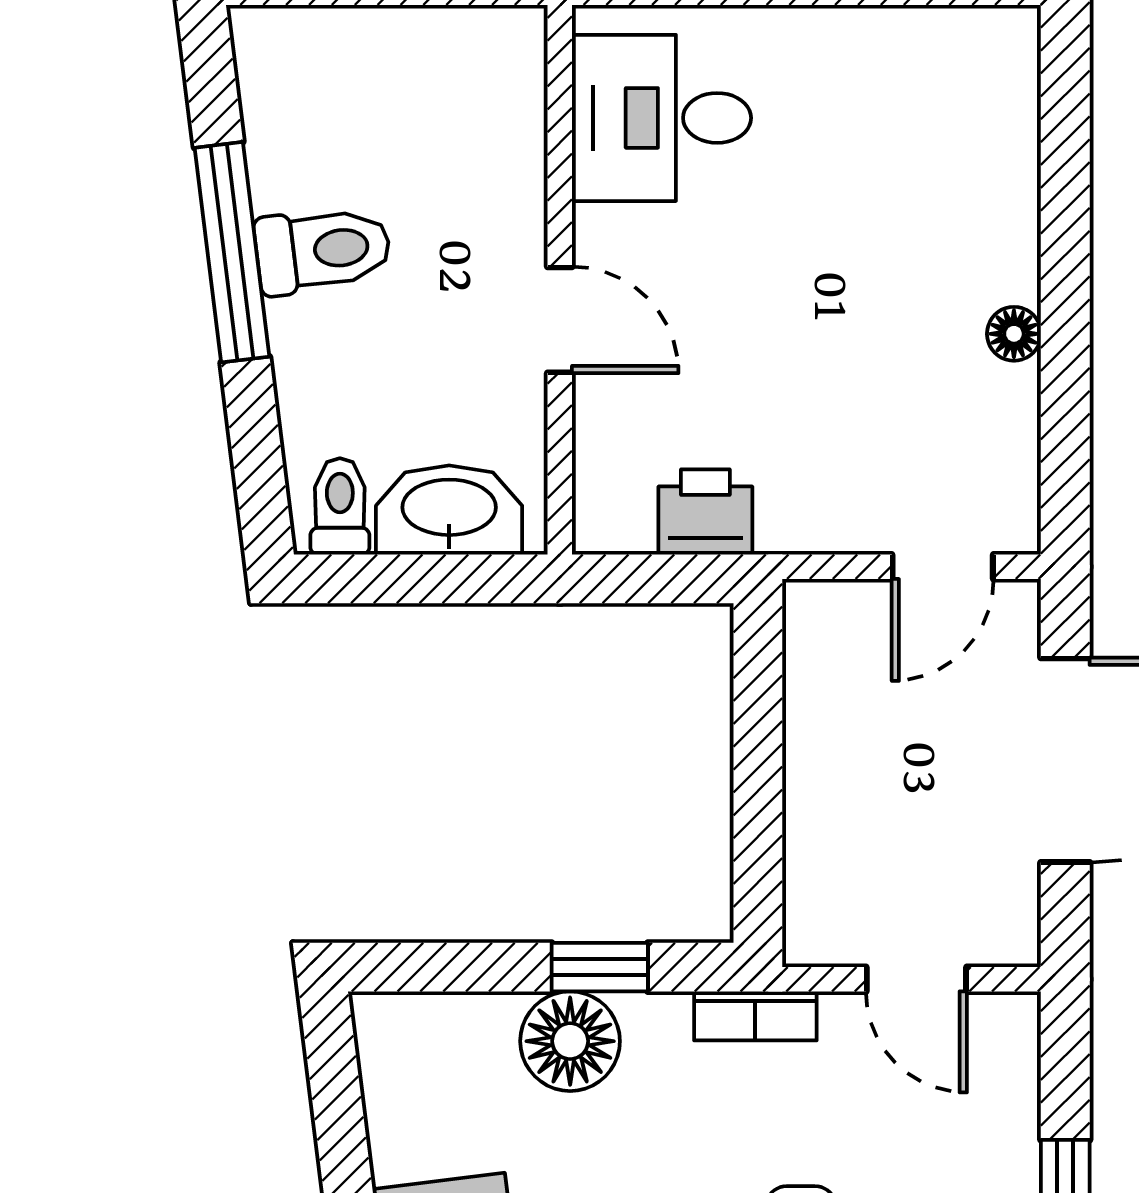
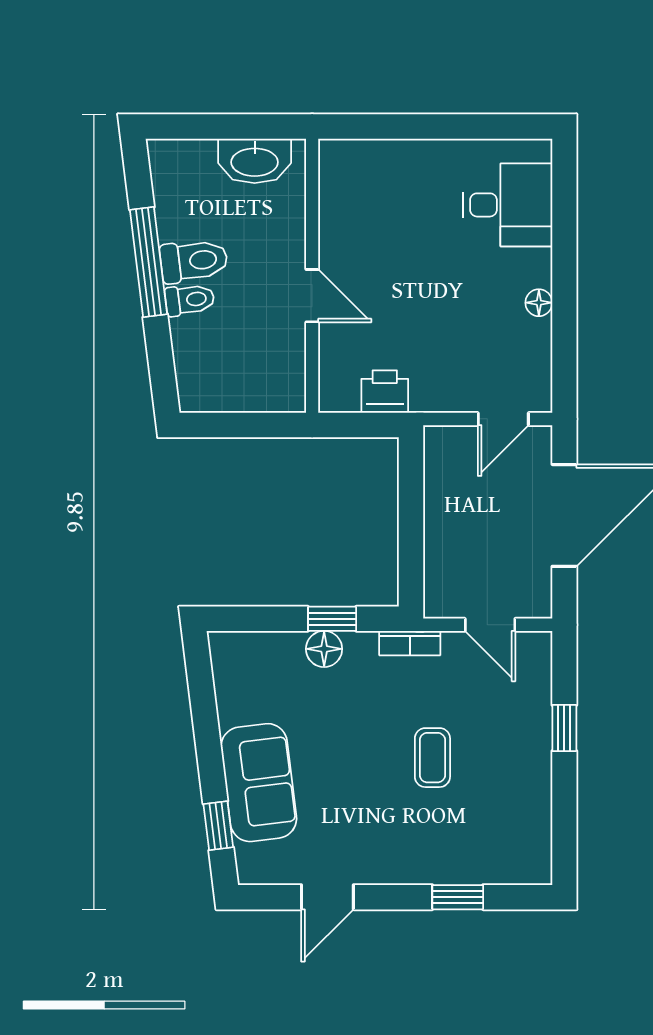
desk: (662, 118) -> (508, 205), moved, turned 180
toilet: (340, 506) -> (190, 300), moved, turned 83
washbasin: (449, 510) -> (255, 161), moved, turned 180
floor lamp: (570, 1041) -> (324, 649), width x0.73, depth x0.73

